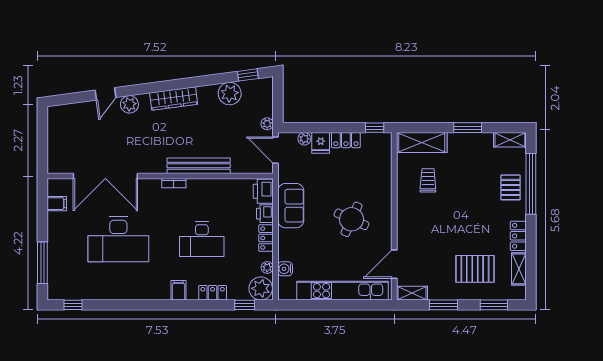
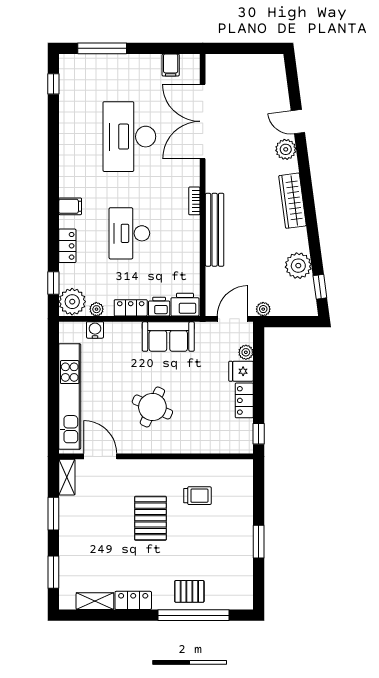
shelving: (510, 140) -> (245, 591), removed
shelving: (422, 143) -> (241, 488), removed
pallet: (475, 269) -> (150, 518), moved

